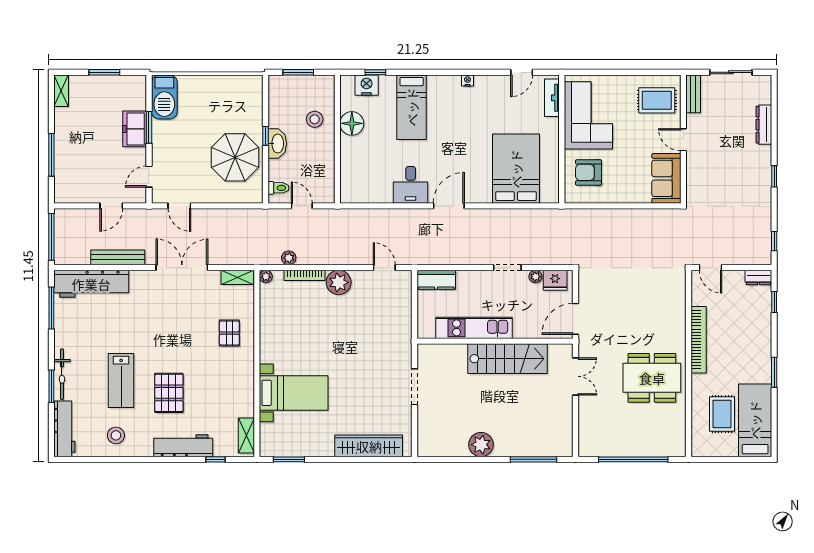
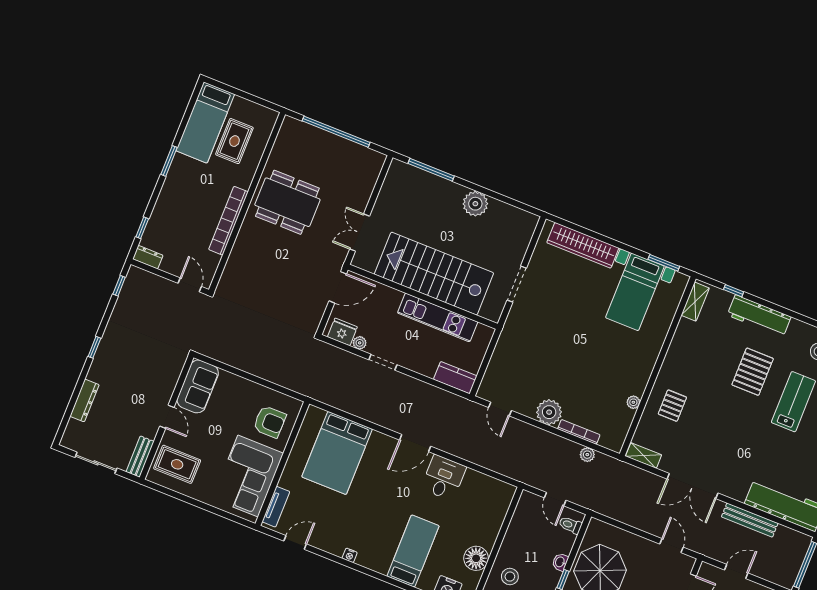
washbasin: (277, 144) -> (560, 562), width x0.52, depth x0.69
plant: (266, 277) -> (633, 402), moved
stairs: (508, 359) -> (434, 274), width x1.36, depth x1.51
bed with nightstands: (294, 393) -> (635, 292), moved, turned -90

